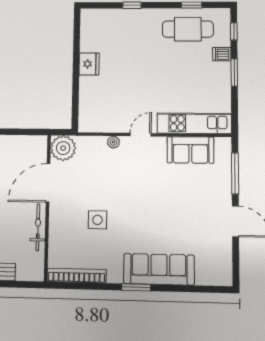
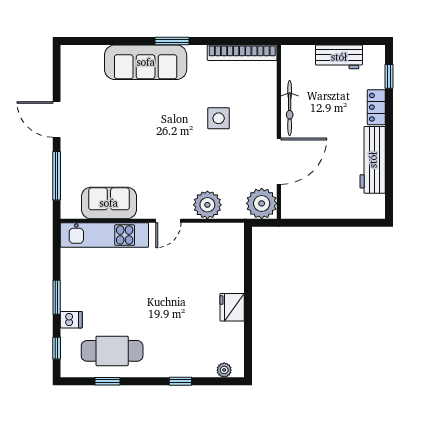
plant: (96, 14) -> (224, 370), added
plant: (113, 142) -> (207, 205), width x1.88, depth x1.88

